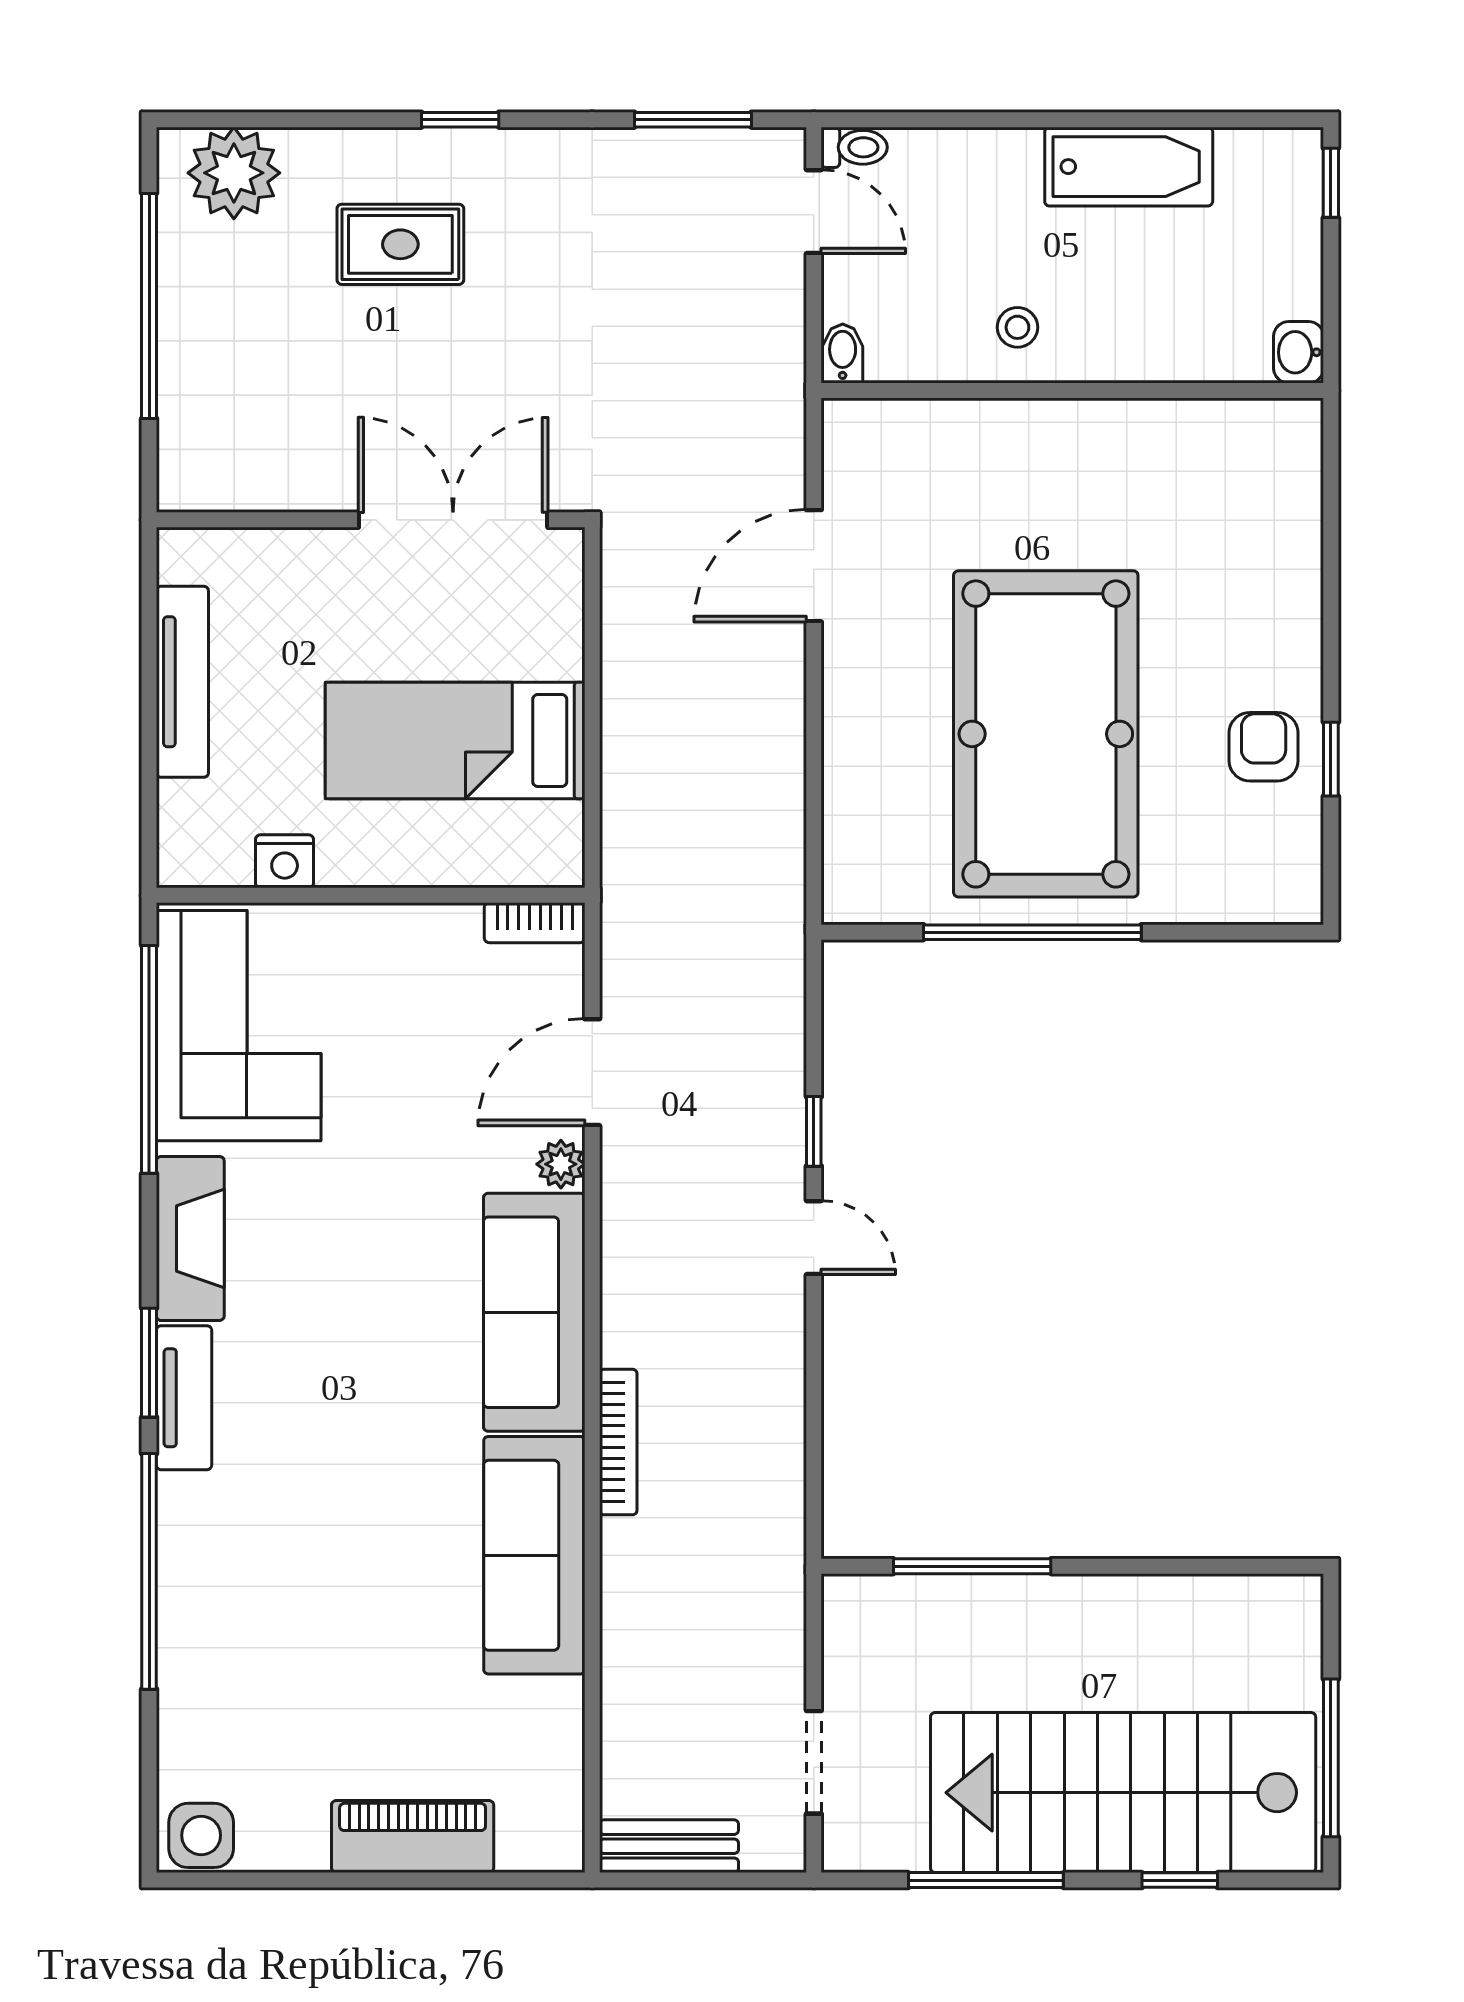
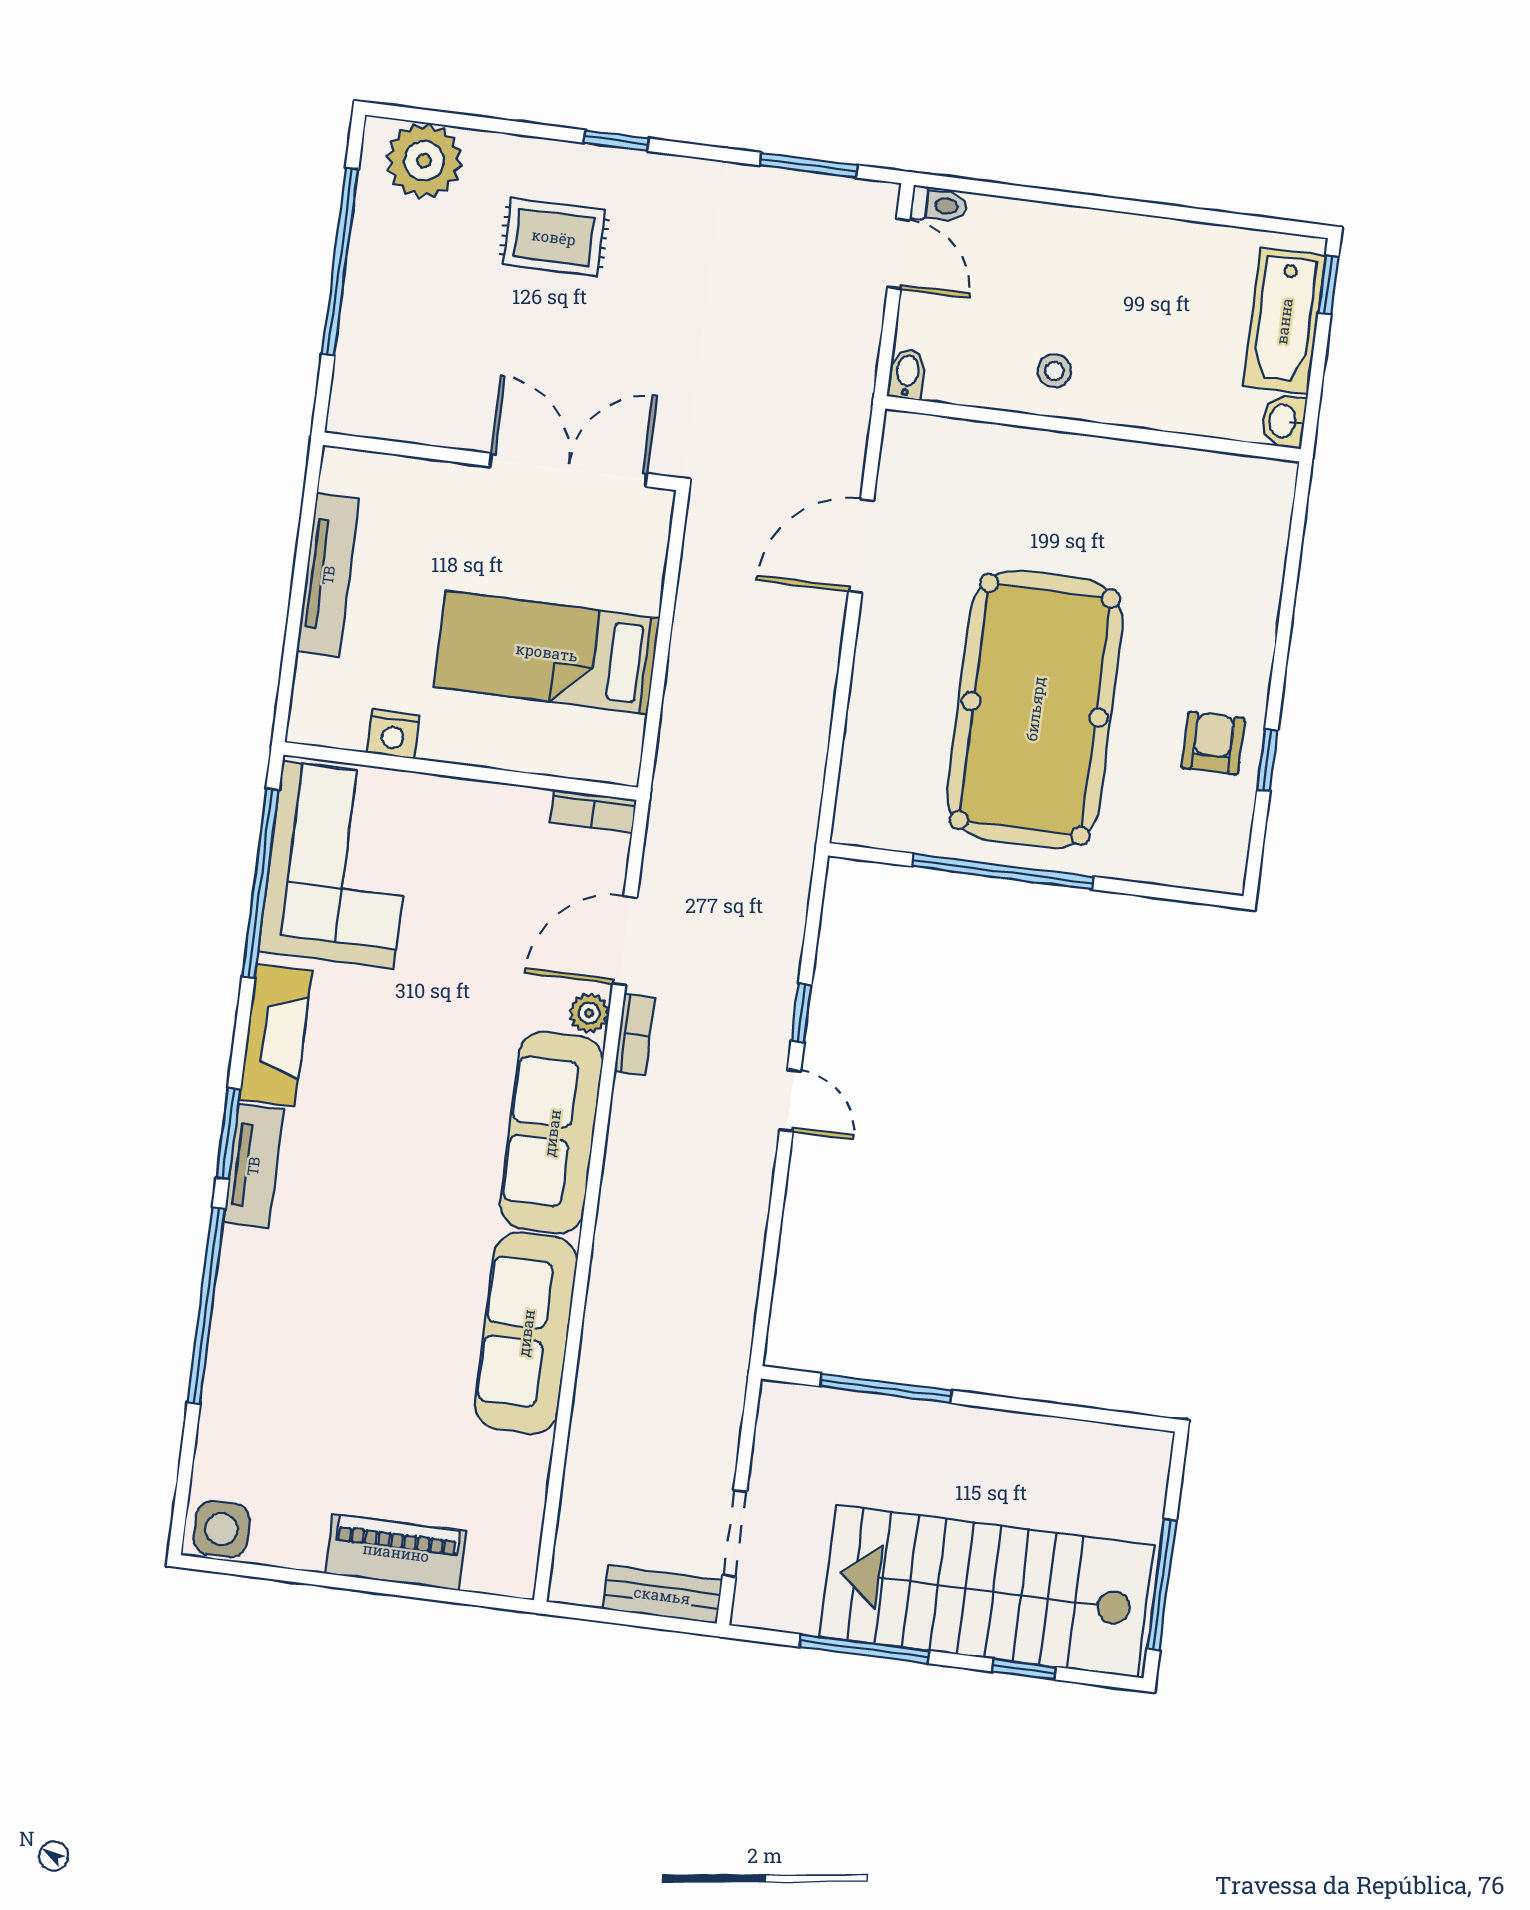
bathtub: (1129, 167) -> (1284, 321), moved, turned 90
bookcase: (618, 1442) -> (635, 1035), moved, width x0.64
bench: (669, 1846) -> (662, 1595), moved

